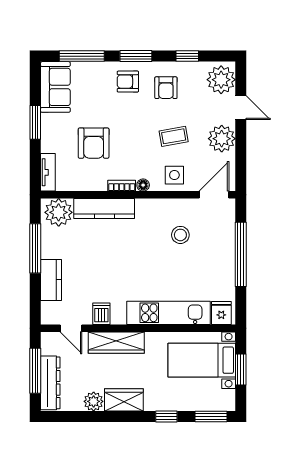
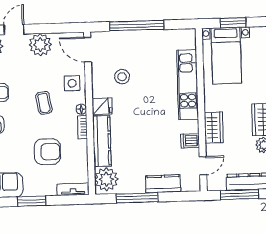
coffee table: (174, 136) -> (44, 103), moved
fridge: (221, 313) -> (102, 106), moved, turned 180
wardrobe: (116, 343) -> (214, 128), width x0.67

